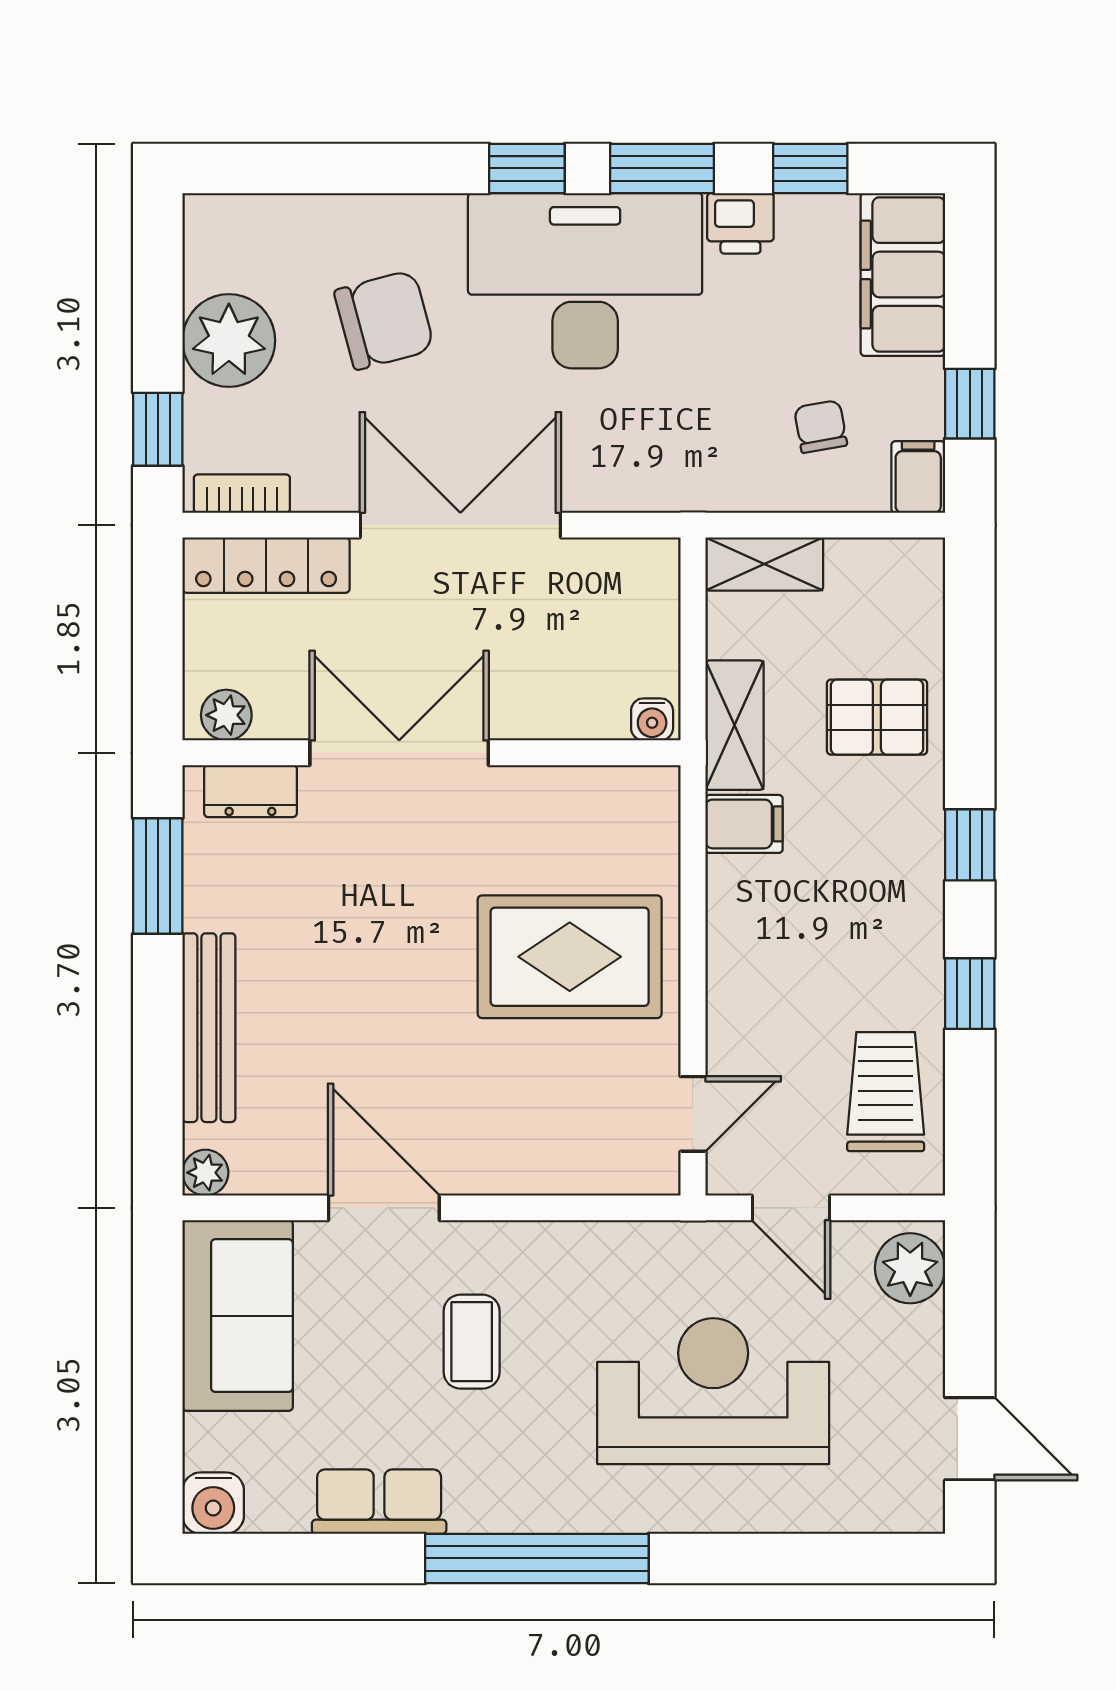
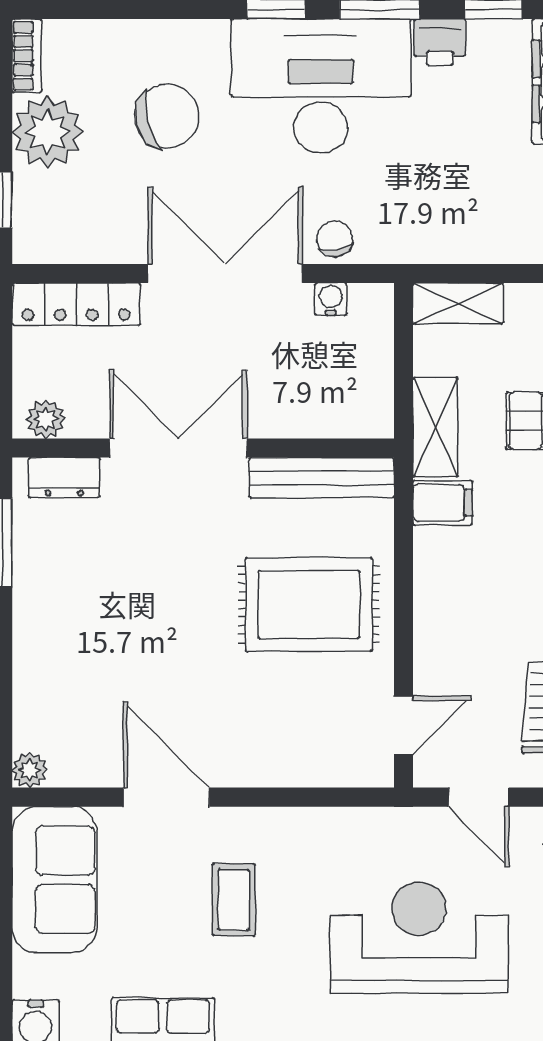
chair: (821, 427) -> (335, 239), moved
bookcase: (242, 494) -> (27, 56), moved, turned 90
water cooler: (652, 719) -> (331, 299), moved, turned 180
bench: (209, 1028) -> (322, 478), moved, turned 90

